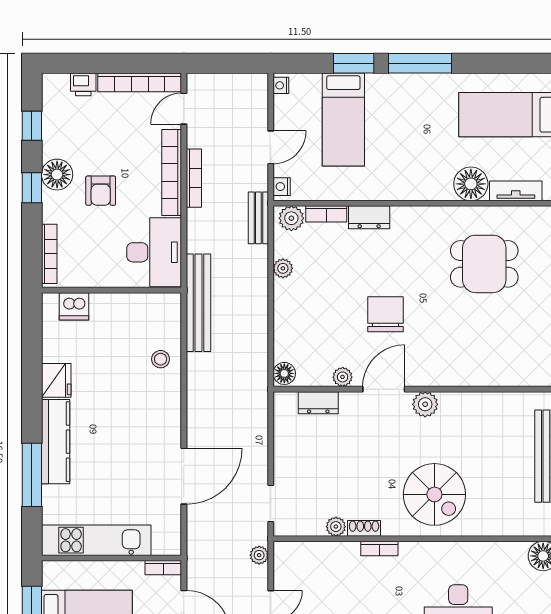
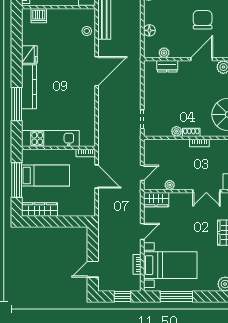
stool: (161, 359) -> (87, 31), moved
floor lamp: (284, 373) -> (149, 30), moved
plant: (343, 377) -> (164, 53), moved
door: (184, 476) -> (97, 71), moved
plant: (259, 555) -> (136, 146), removed

